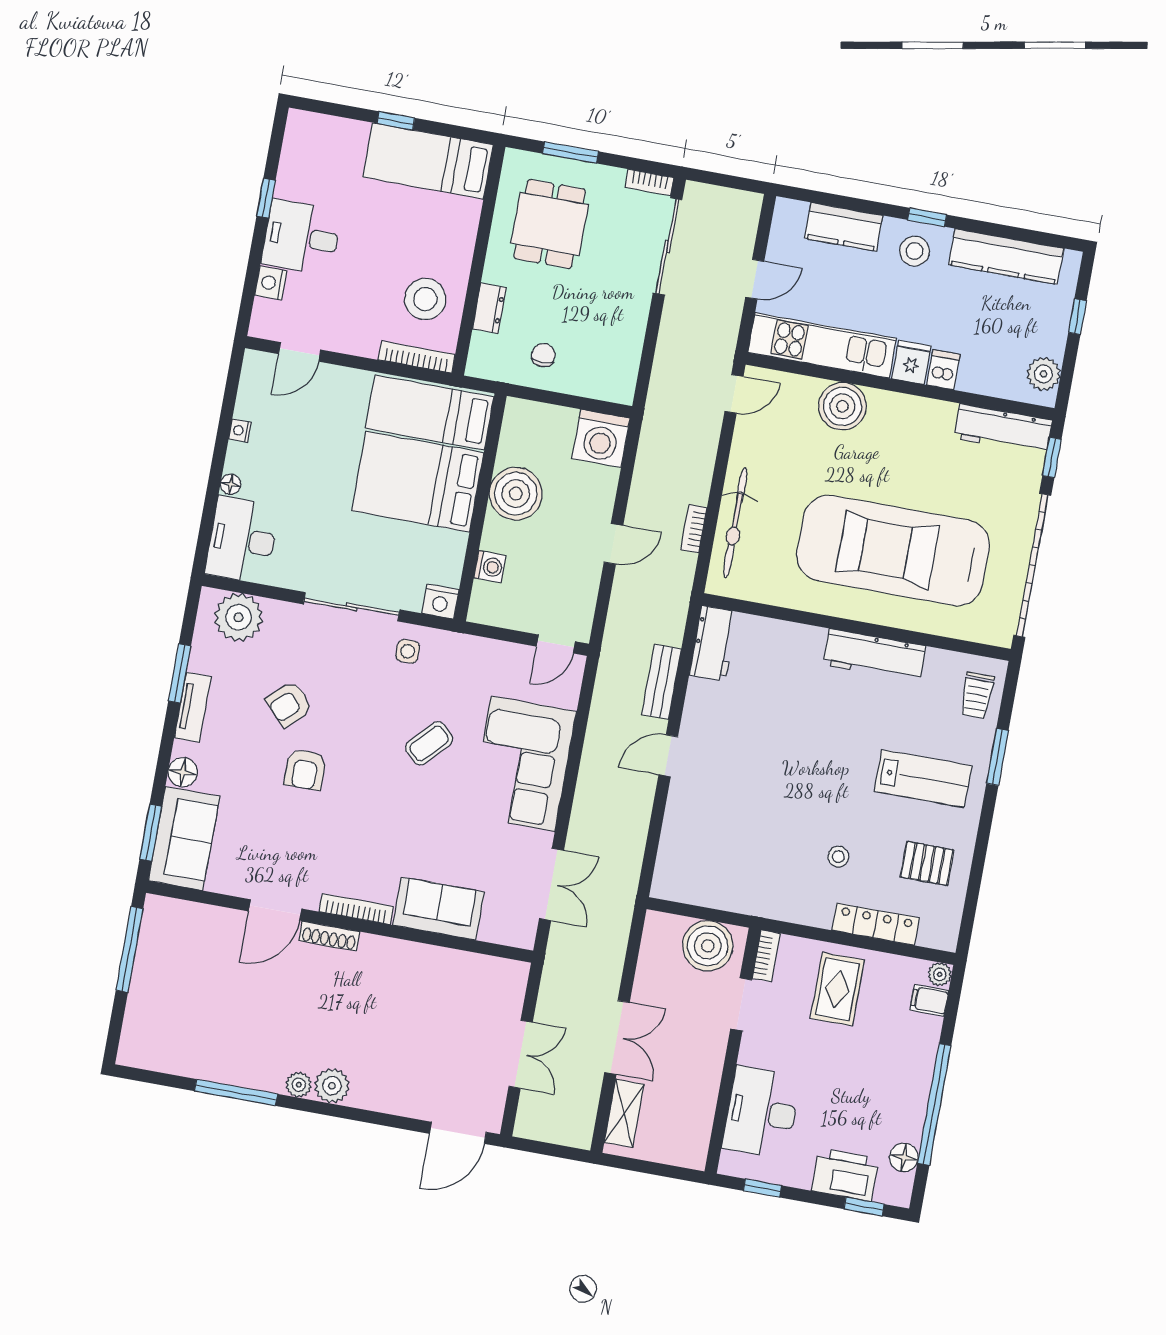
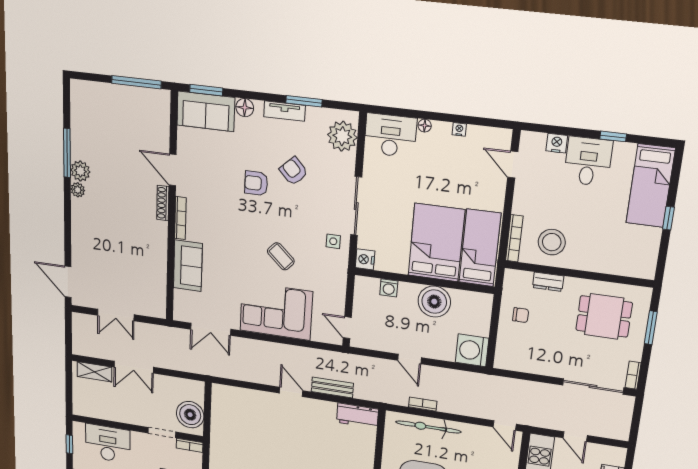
bed: (428, 161) -> (651, 186), moved, turned 180
plant: (332, 1086) -> (80, 171), moved

